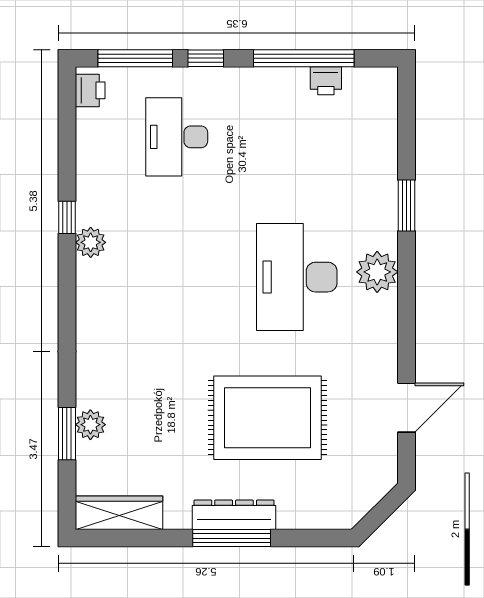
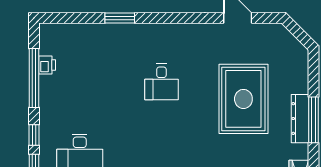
plant: (377, 272) -> (158, 35), removed
desk: (297, 277) -> (161, 82), width x0.53, depth x0.77

